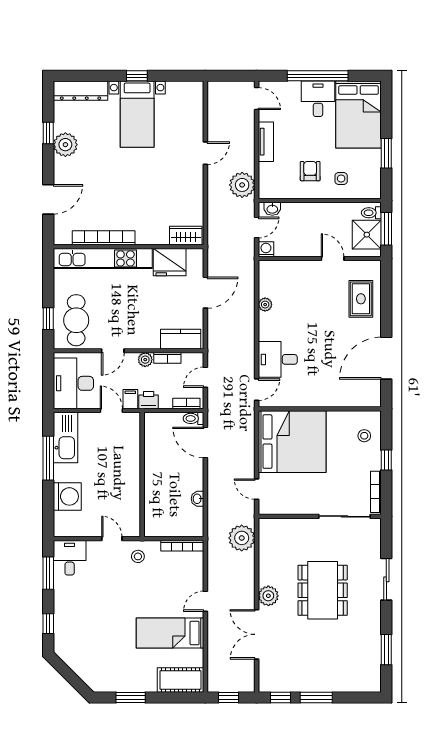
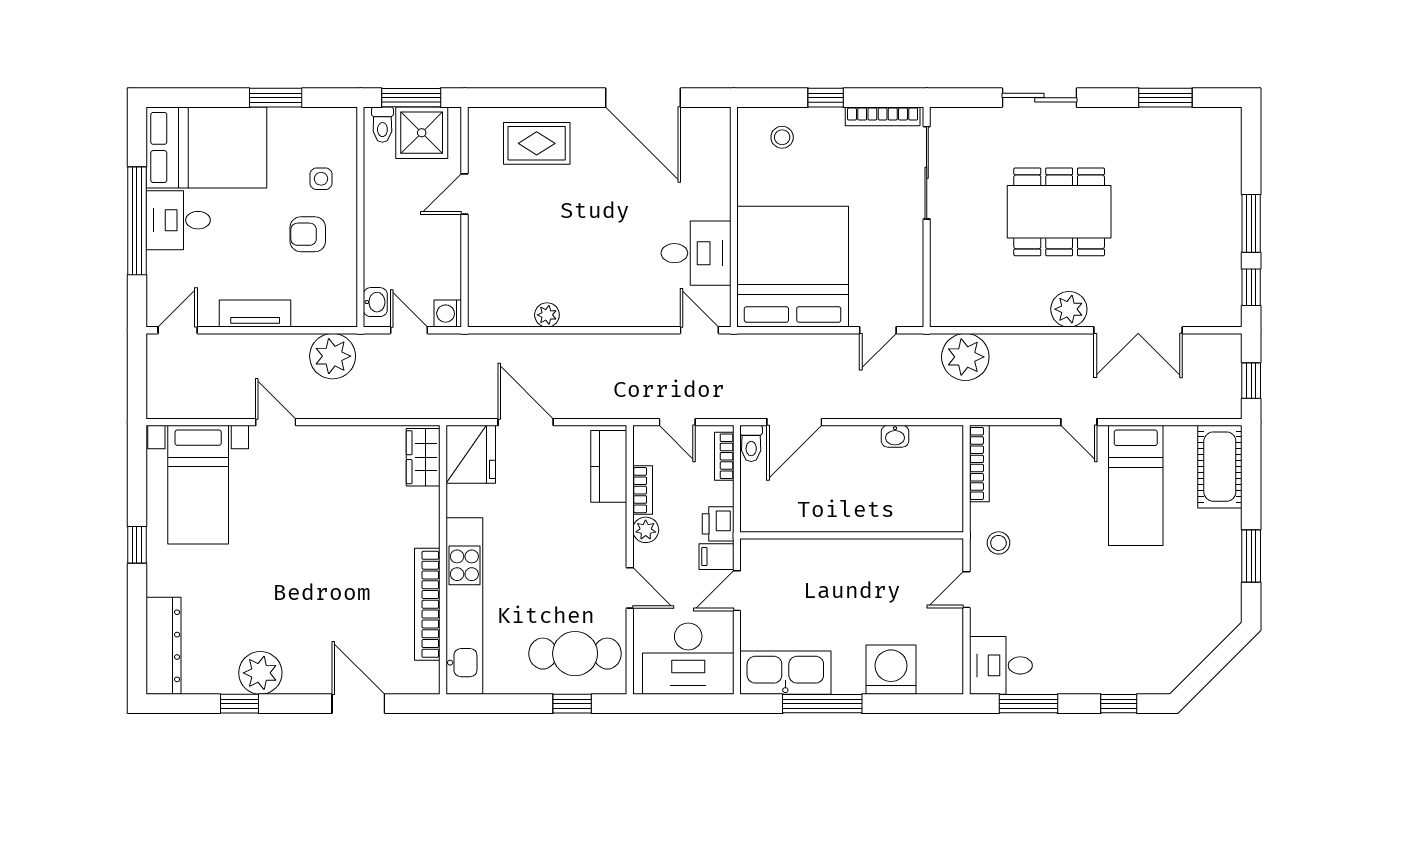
bed with nightstands: (137, 114) -> (198, 485), moved, turned 90
fridge: (170, 262) -> (471, 454), moved
desk: (278, 359) -> (696, 253), moved, turned -90

